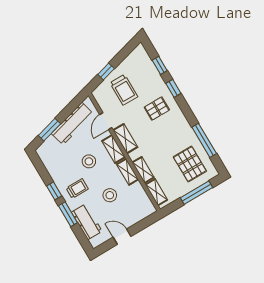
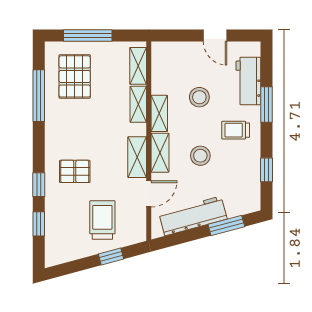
window: (54, 191) -> (267, 170), moved

